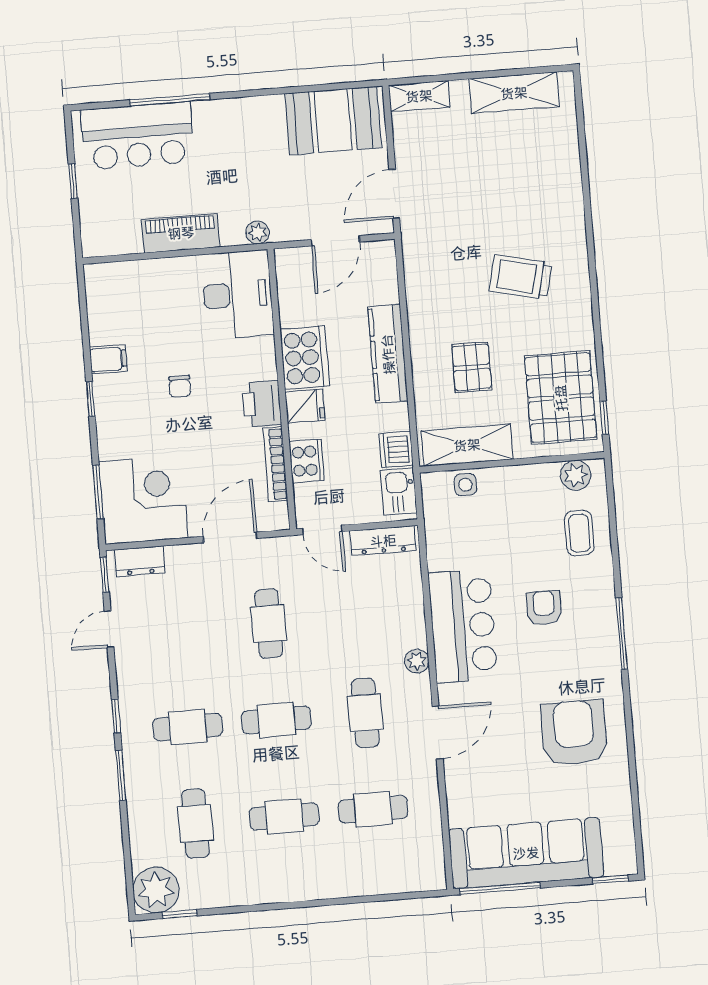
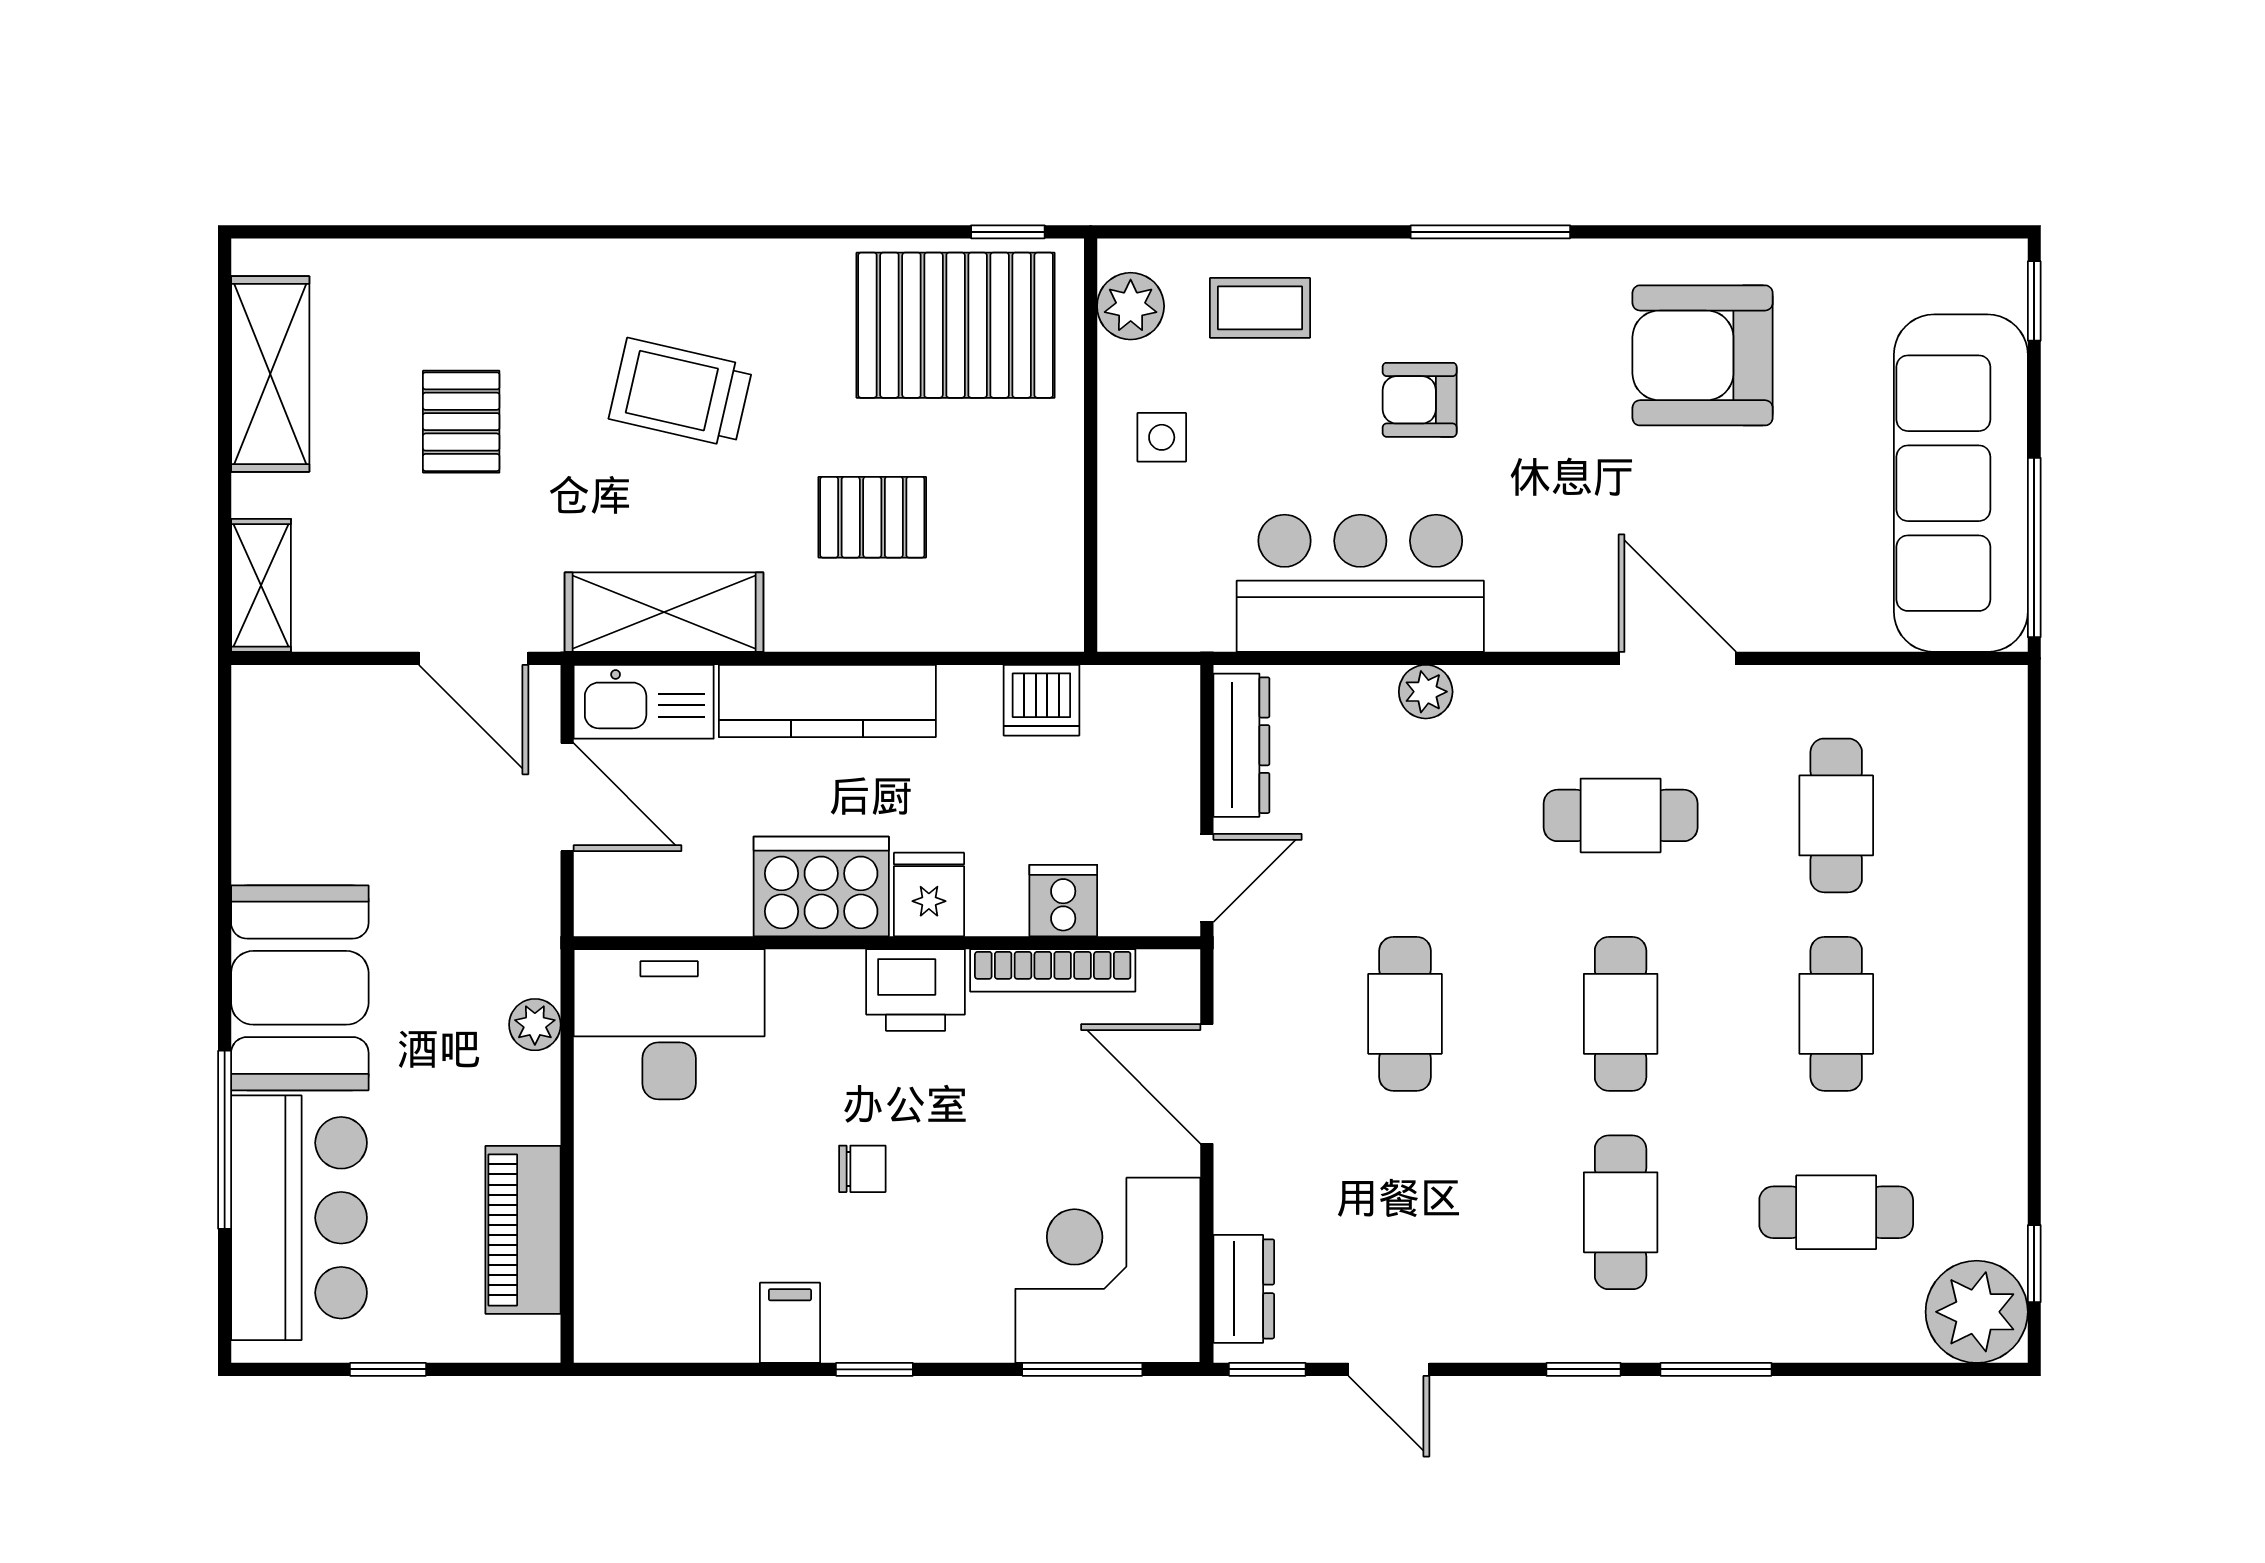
booth: (333, 121) -> (300, 988), moved
pallet: (500, 180) -> (461, 422), added
piano: (181, 233) -> (523, 1230), moved
plant: (258, 233) -> (535, 1025), moved
trolley: (521, 277) -> (681, 393), turned 90
shelving: (467, 445) -> (664, 612), moved, turned 90
cooker: (307, 461) -> (1063, 901), width x0.73
side table: (465, 485) -> (1162, 437), moved
kitchen sink: (399, 492) -> (644, 702), moved, width x1.38
cafe table: (269, 623) -> (1405, 1014), turned 90
bar counter: (463, 626) -> (1360, 583), moved
plant: (417, 661) -> (1426, 692), moved

